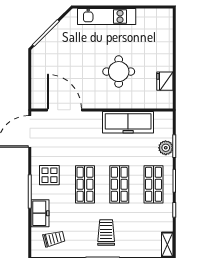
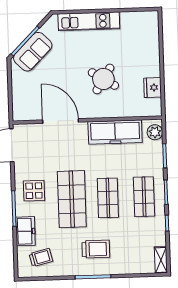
sofa: (53, 43) -> (33, 52), added
round table: (119, 72) -> (103, 79), turned 32
door: (64, 110) -> (61, 121), moved
plant: (166, 148) -> (155, 132), moved
shop shelf: (85, 184) -> (72, 199), width x1.43, depth x1.36
trolley: (106, 232) -> (96, 249), turned 90

